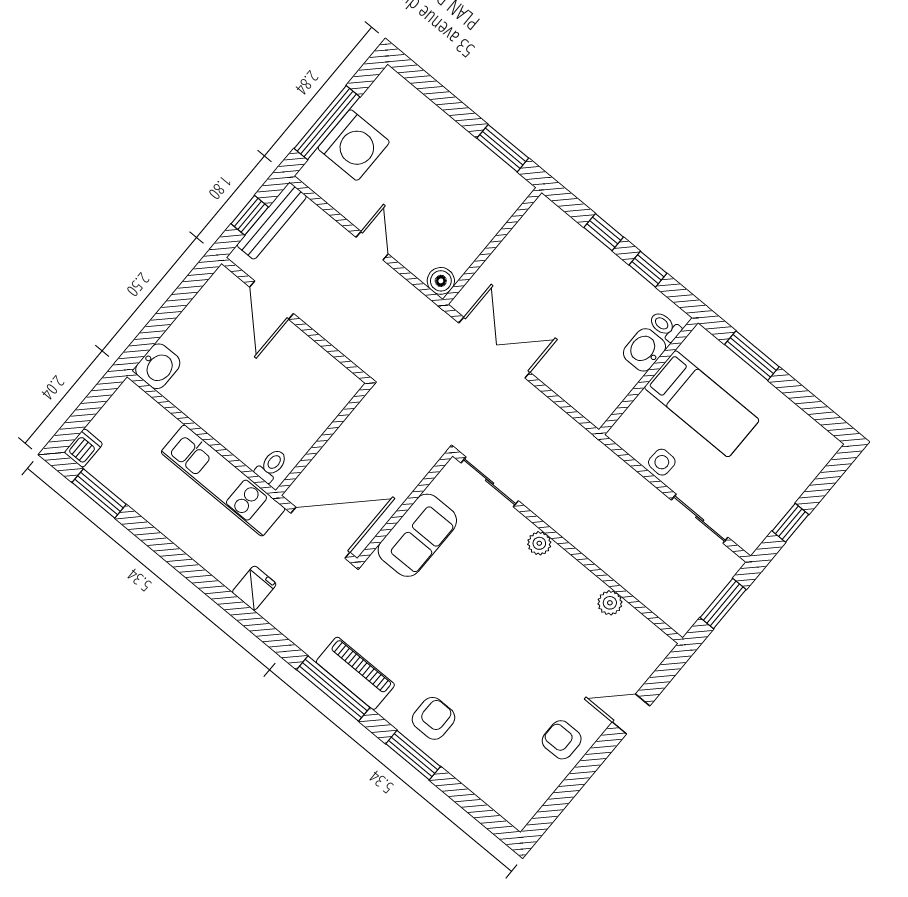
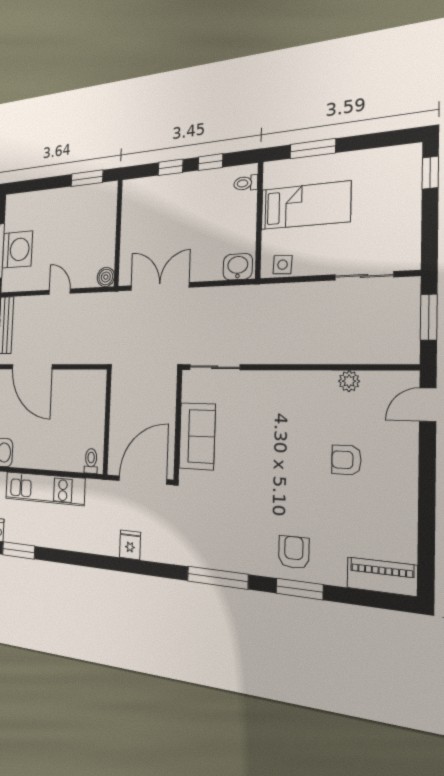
door: (272, 300) -> (32, 367), width x1.36
washbasin: (644, 350) -> (238, 267), moved, turned 90
side table: (662, 462) -> (283, 265), moved
kitchen unit: (223, 481) -> (45, 489), moved
window: (790, 523) -> (430, 173), moved
plant: (539, 543) -> (273, 380), removed
piano: (355, 673) -> (382, 577), moved
door: (631, 714) -> (428, 405), moved
armchair: (562, 740) -> (346, 460), moved

